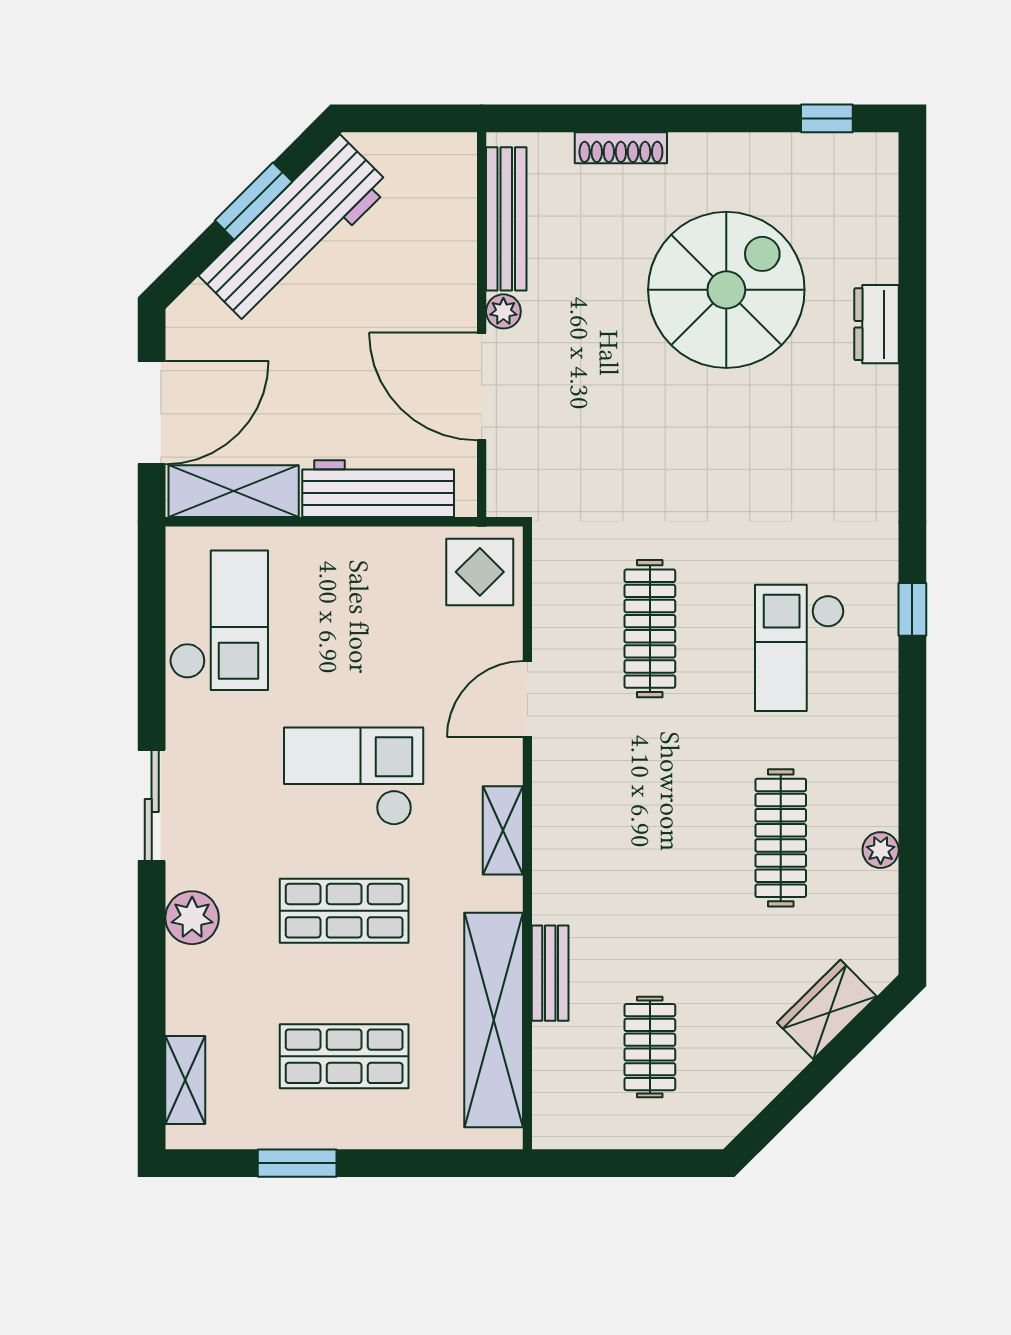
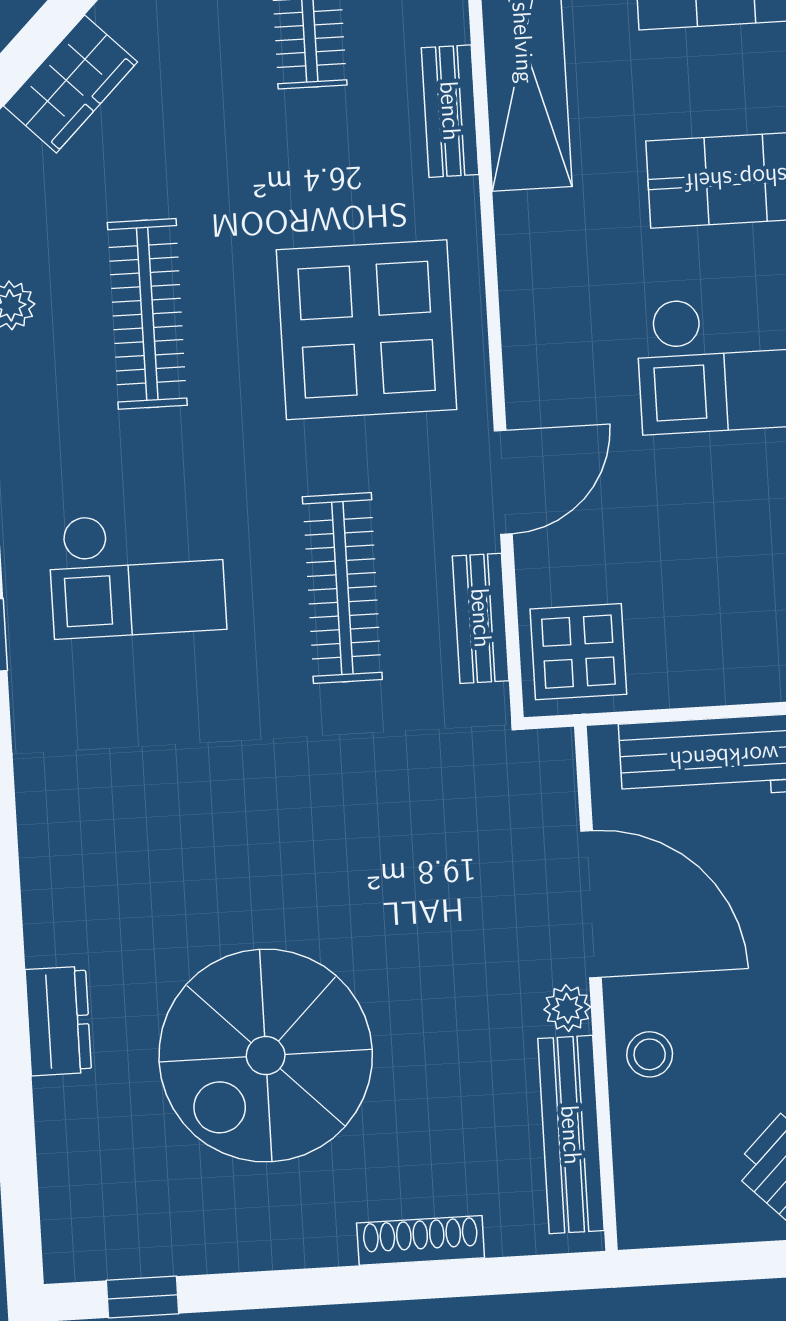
stool: (445, 274) -> (650, 1054), added
bench: (550, 601) -> (481, 618), added
checkout: (799, 648) -> (137, 574), turned 90
display table: (621, 817) -> (367, 330), added
shelving: (503, 830) -> (526, 302), removed

